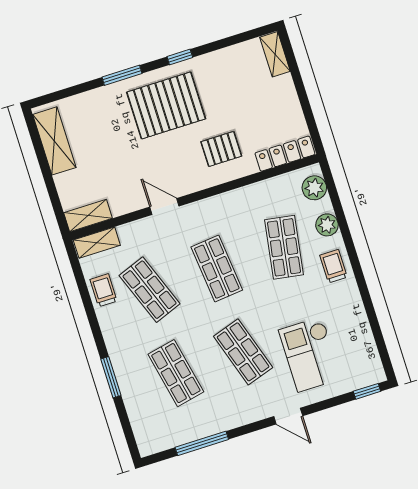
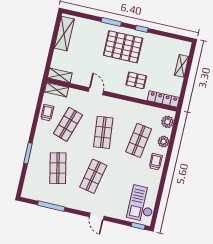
shelving: (275, 54) -> (182, 66), moved
shop shelf: (150, 290) -> (68, 124), turned 39
shop shelf: (243, 352) -> (93, 176), turned 30
checkout: (310, 354) -> (142, 204), moved

